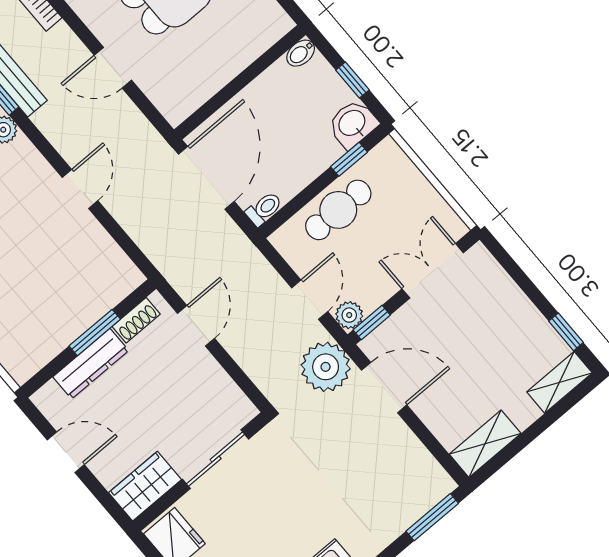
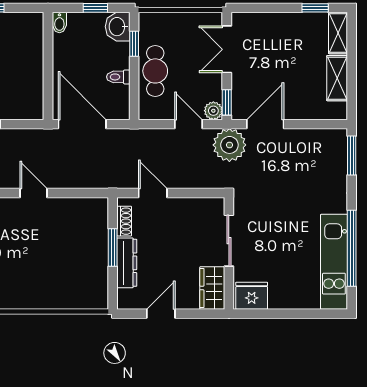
toilet: (264, 209) -> (118, 77), moved, turned -90
shelving: (485, 444) -> (337, 78), moved

